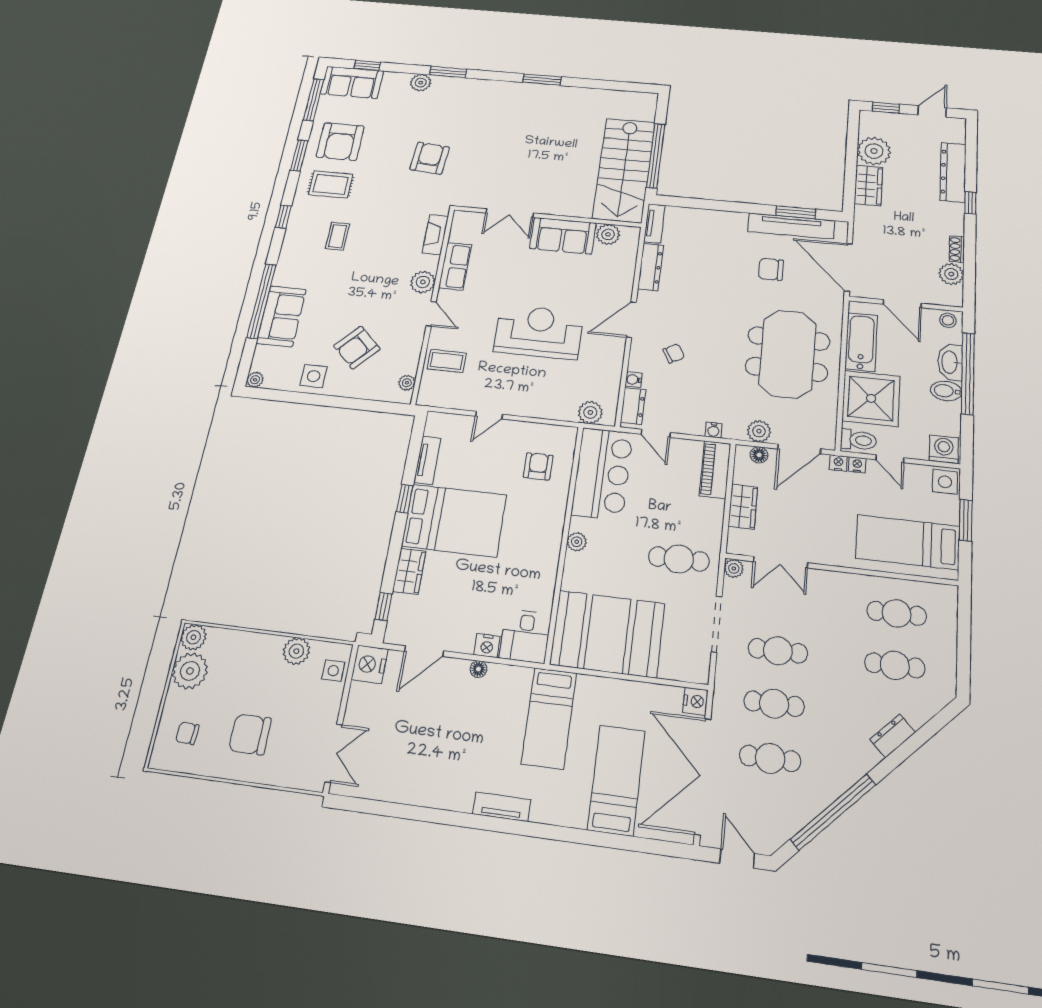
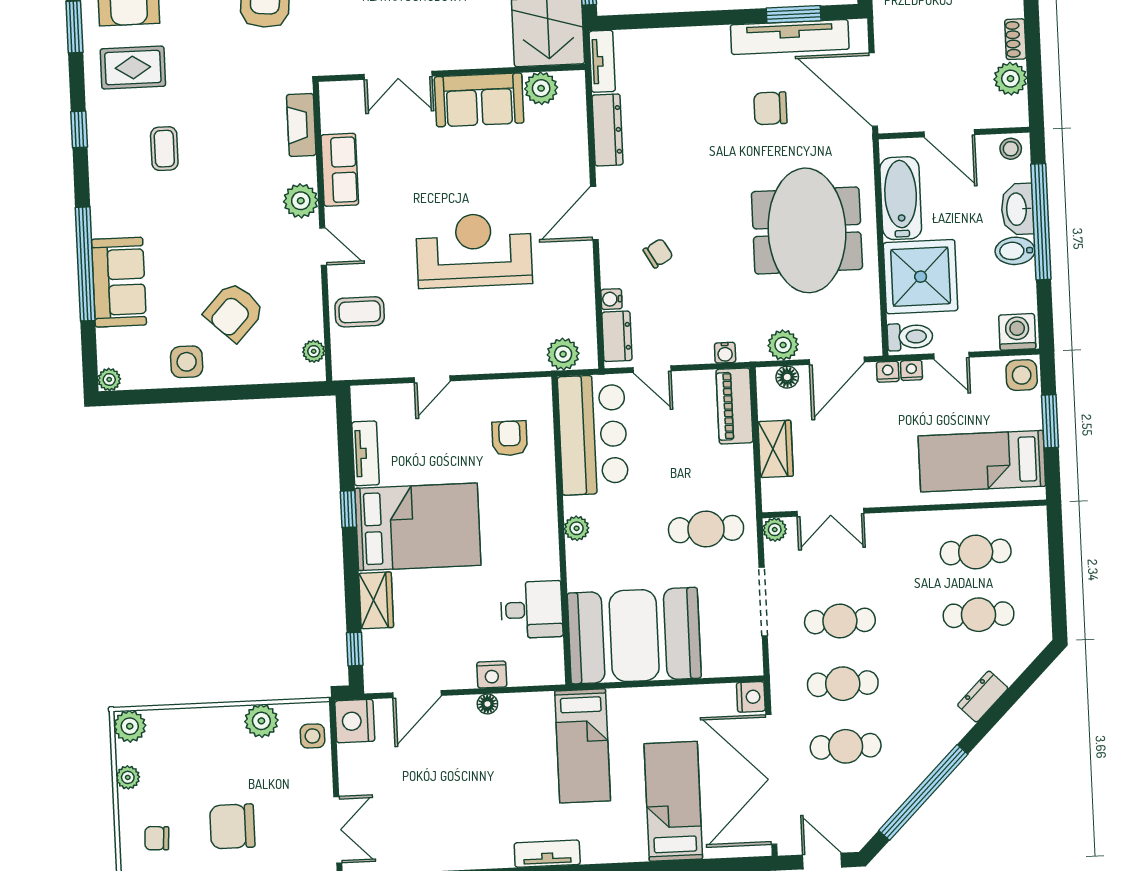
desk: (525, 636) -> (532, 610), moved, turned -90
plant: (190, 671) -> (128, 777), width x0.53, depth x0.53

